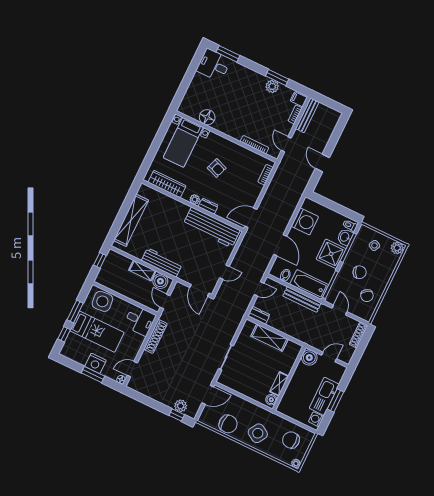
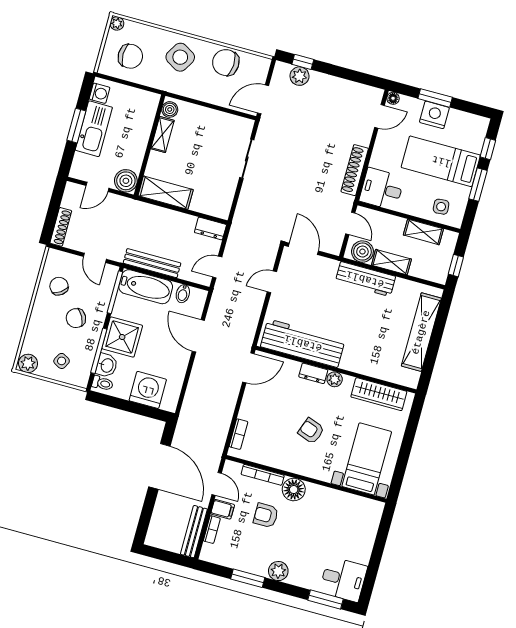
plant: (272, 86) -> (278, 571), moved
filing cabinet: (299, 99) -> (223, 509), moved
floor lamp: (207, 117) -> (294, 490), moved
armchair: (257, 117) -> (266, 515), added
door: (322, 163) -> (159, 466), width x1.87
washing machine: (305, 221) -> (148, 390), moved, turned 90
shelving: (117, 287) -> (423, 232), added
side table: (102, 301) -> (441, 207), width x0.54, depth x0.54
shelving: (270, 338) -> (166, 193), moved

